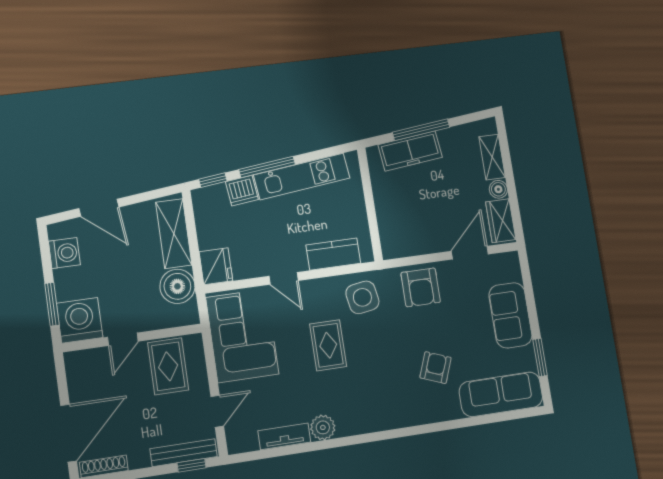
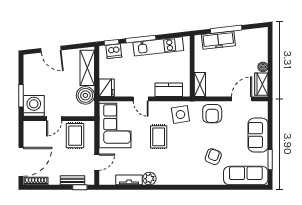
shelving: (492, 157) -> (200, 84), moved
dishwasher: (242, 191) -> (114, 51), moved
washing machine: (64, 253) -> (31, 70), removed
bench: (184, 453) -> (72, 180), width x0.73

